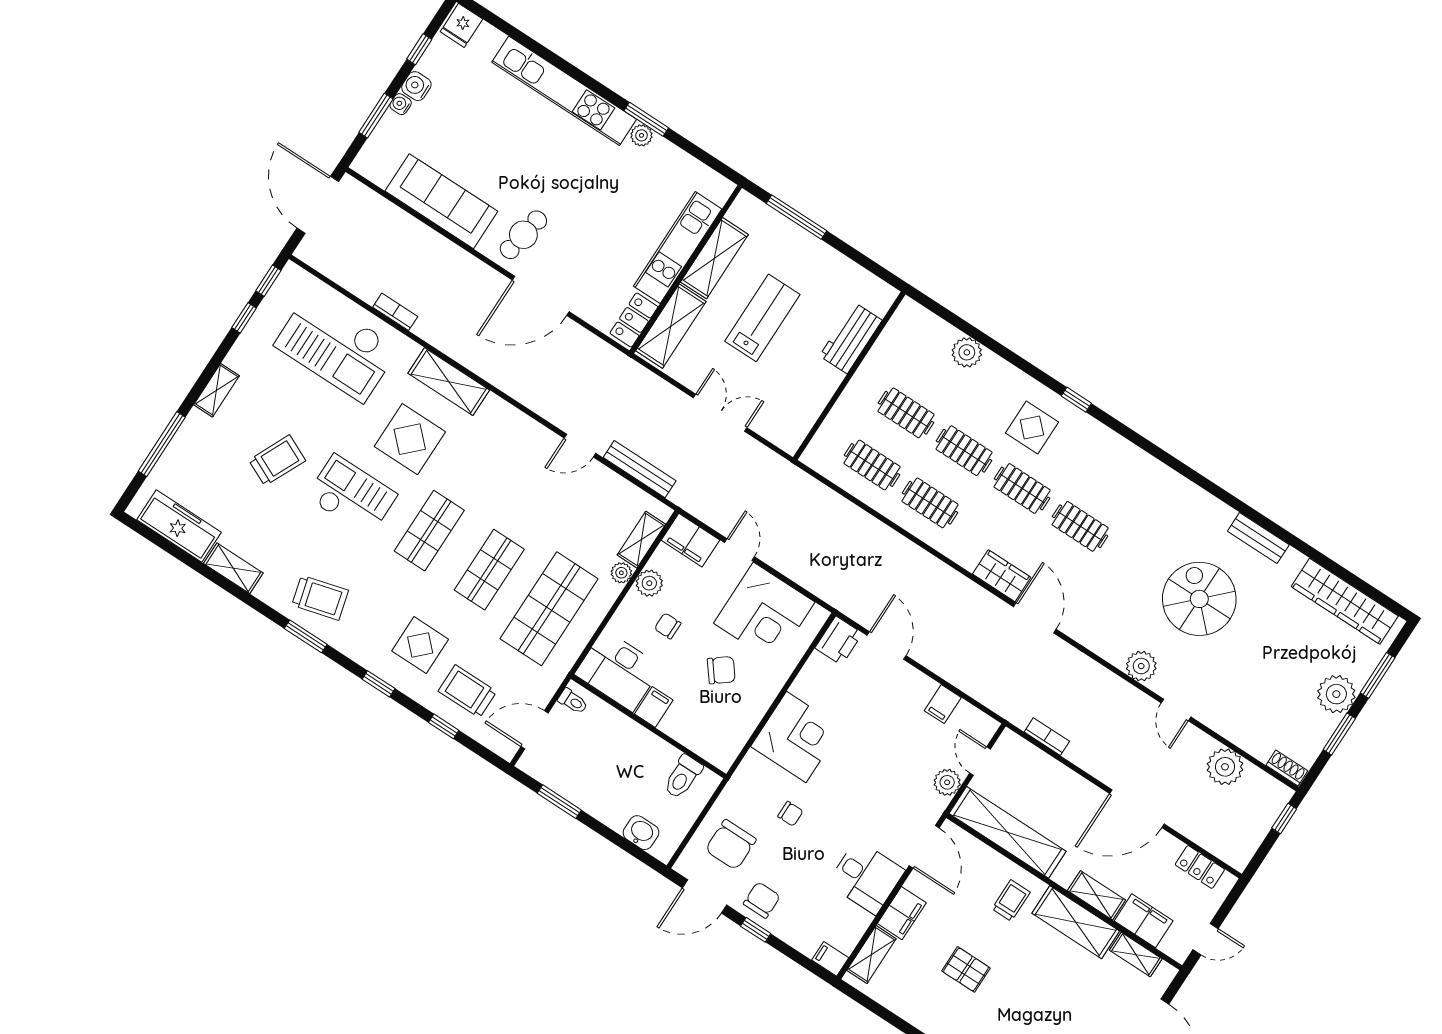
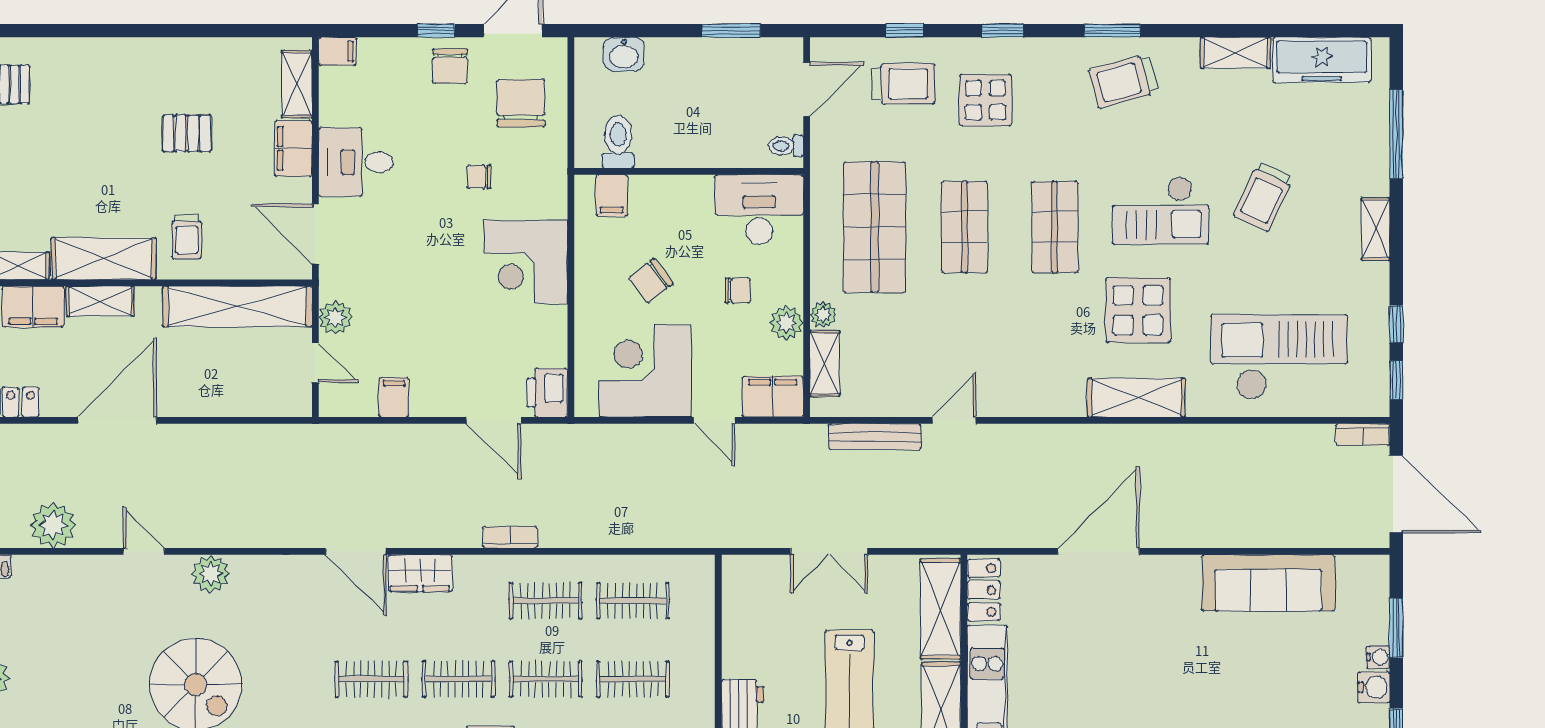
cafe table: (523, 235) -> (1159, 604), removed
bookcase: (395, 312) -> (1363, 434), moved
filing cabinet: (654, 707) -> (612, 196), moved
bookcase: (1047, 737) -> (510, 537), moved, turned 180

